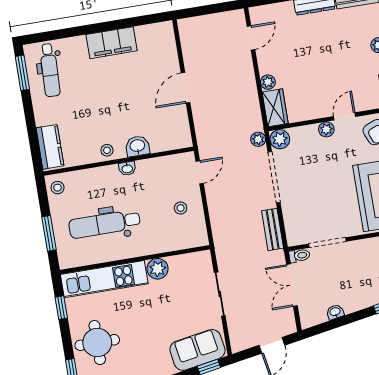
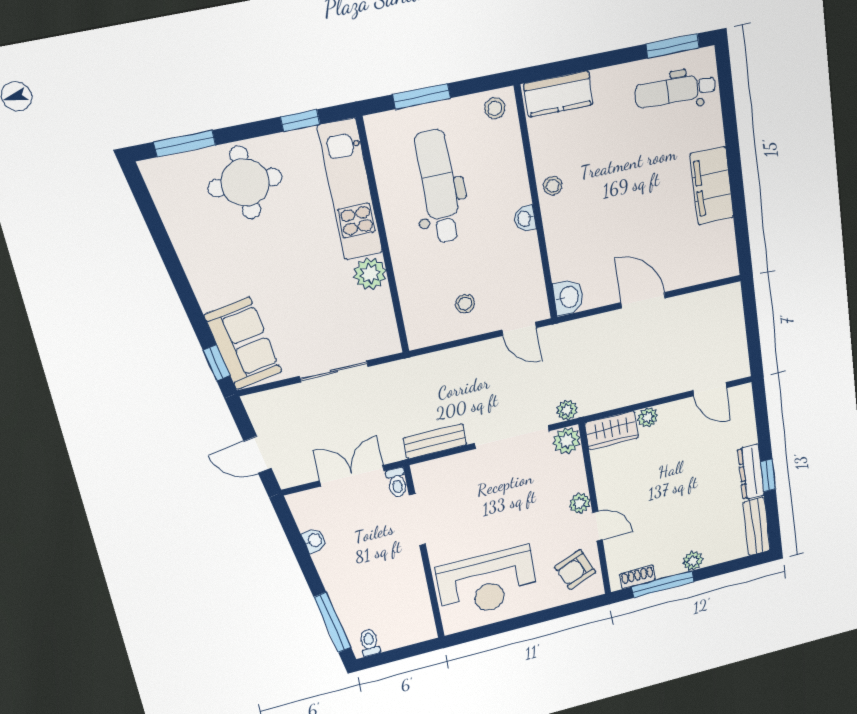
washbasin: (137, 146) -> (568, 297), moved

